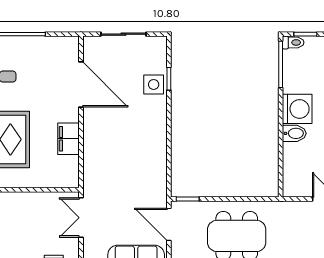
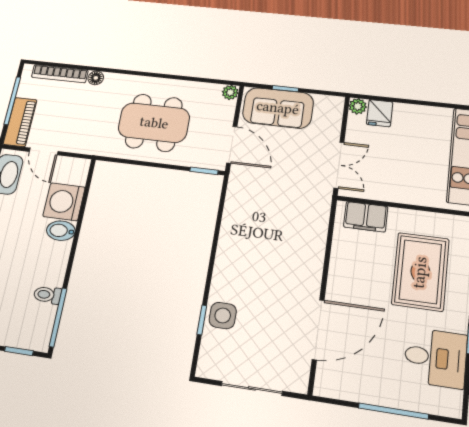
toilet: (293, 42) -> (47, 295), moved
door: (81, 84) -> (318, 330), swing flipped
washing machine: (297, 109) -> (64, 202), moved
filing cabinet: (68, 139) -> (366, 217), moved, turned 90

